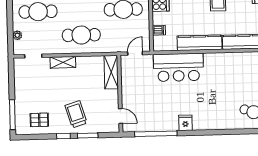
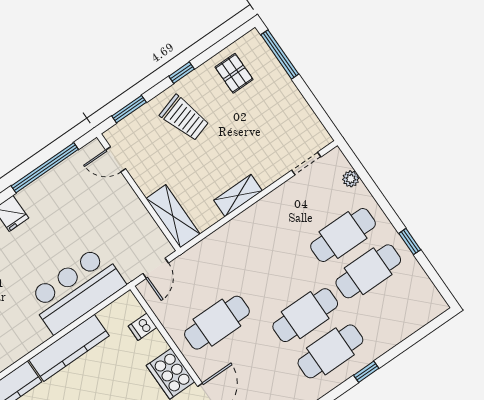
cafe table: (81, 35) -> (255, 243), removed
shelving: (63, 62) -> (238, 195), moved
pallet: (39, 120) -> (234, 73), turned 90
window: (88, 136) -> (129, 109), moved

